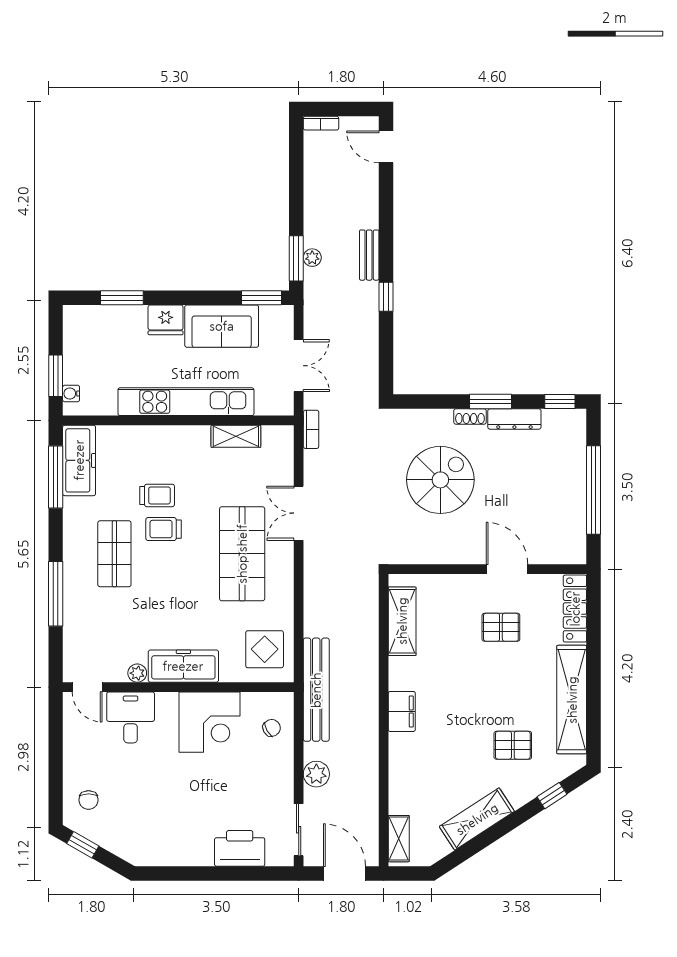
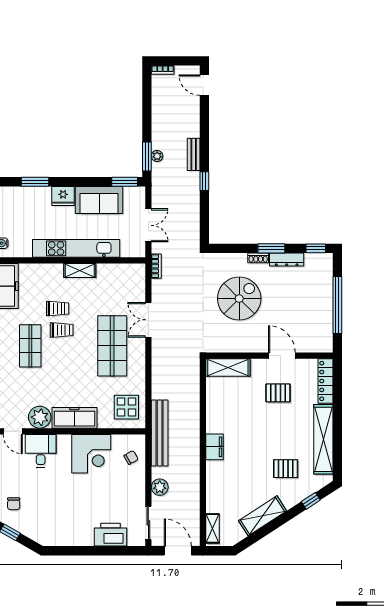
shelving: (236, 436) -> (80, 271), moved
trolley: (163, 529) -> (62, 330), turned 180
shelving: (402, 621) -> (228, 368), moved, turned 90
plant: (137, 673) -> (40, 417), width x1.87, depth x1.87

